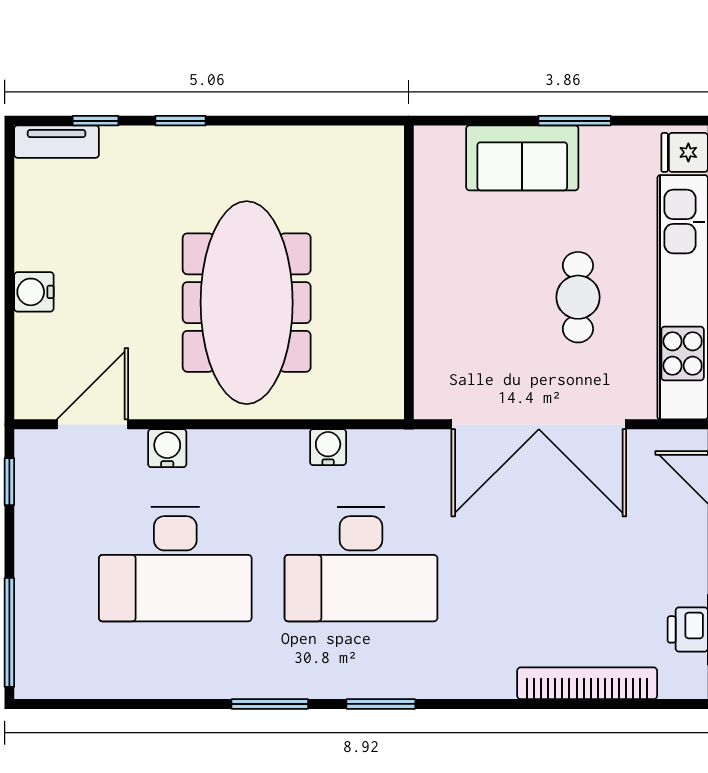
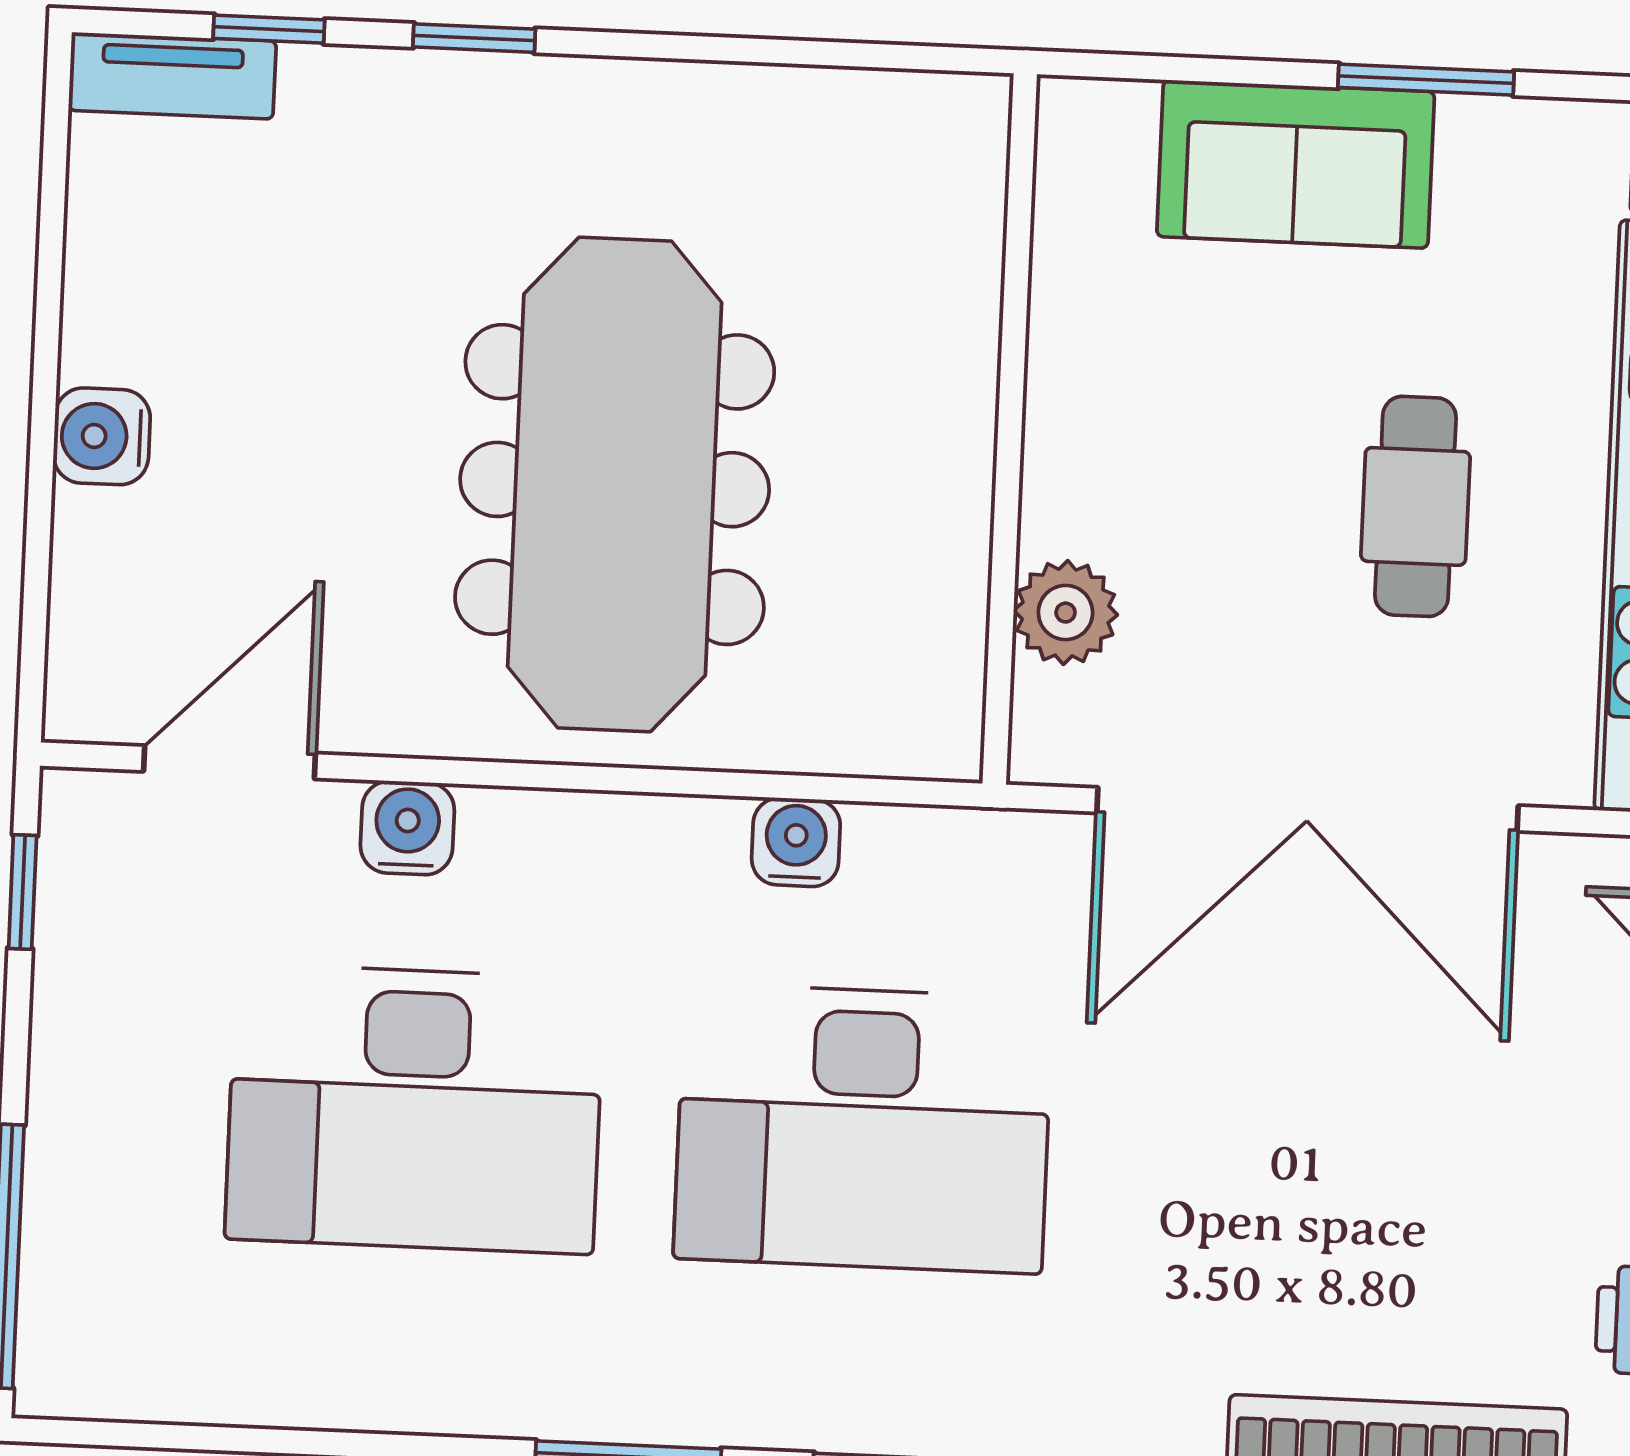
plant: (435, 347) -> (1066, 613), added

